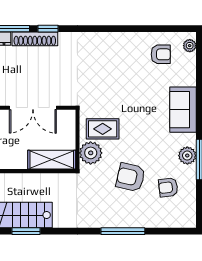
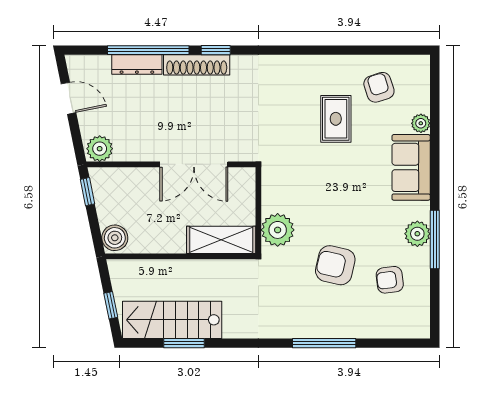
plant: (190, 46) -> (421, 123), moved
armchair: (161, 54) -> (379, 87), turned -108
rug: (103, 129) -> (336, 119), moved, turned 90

